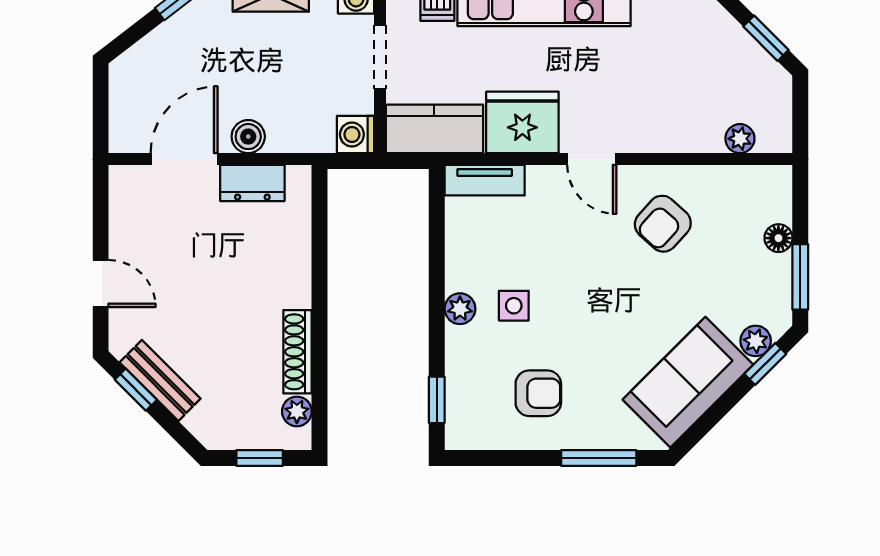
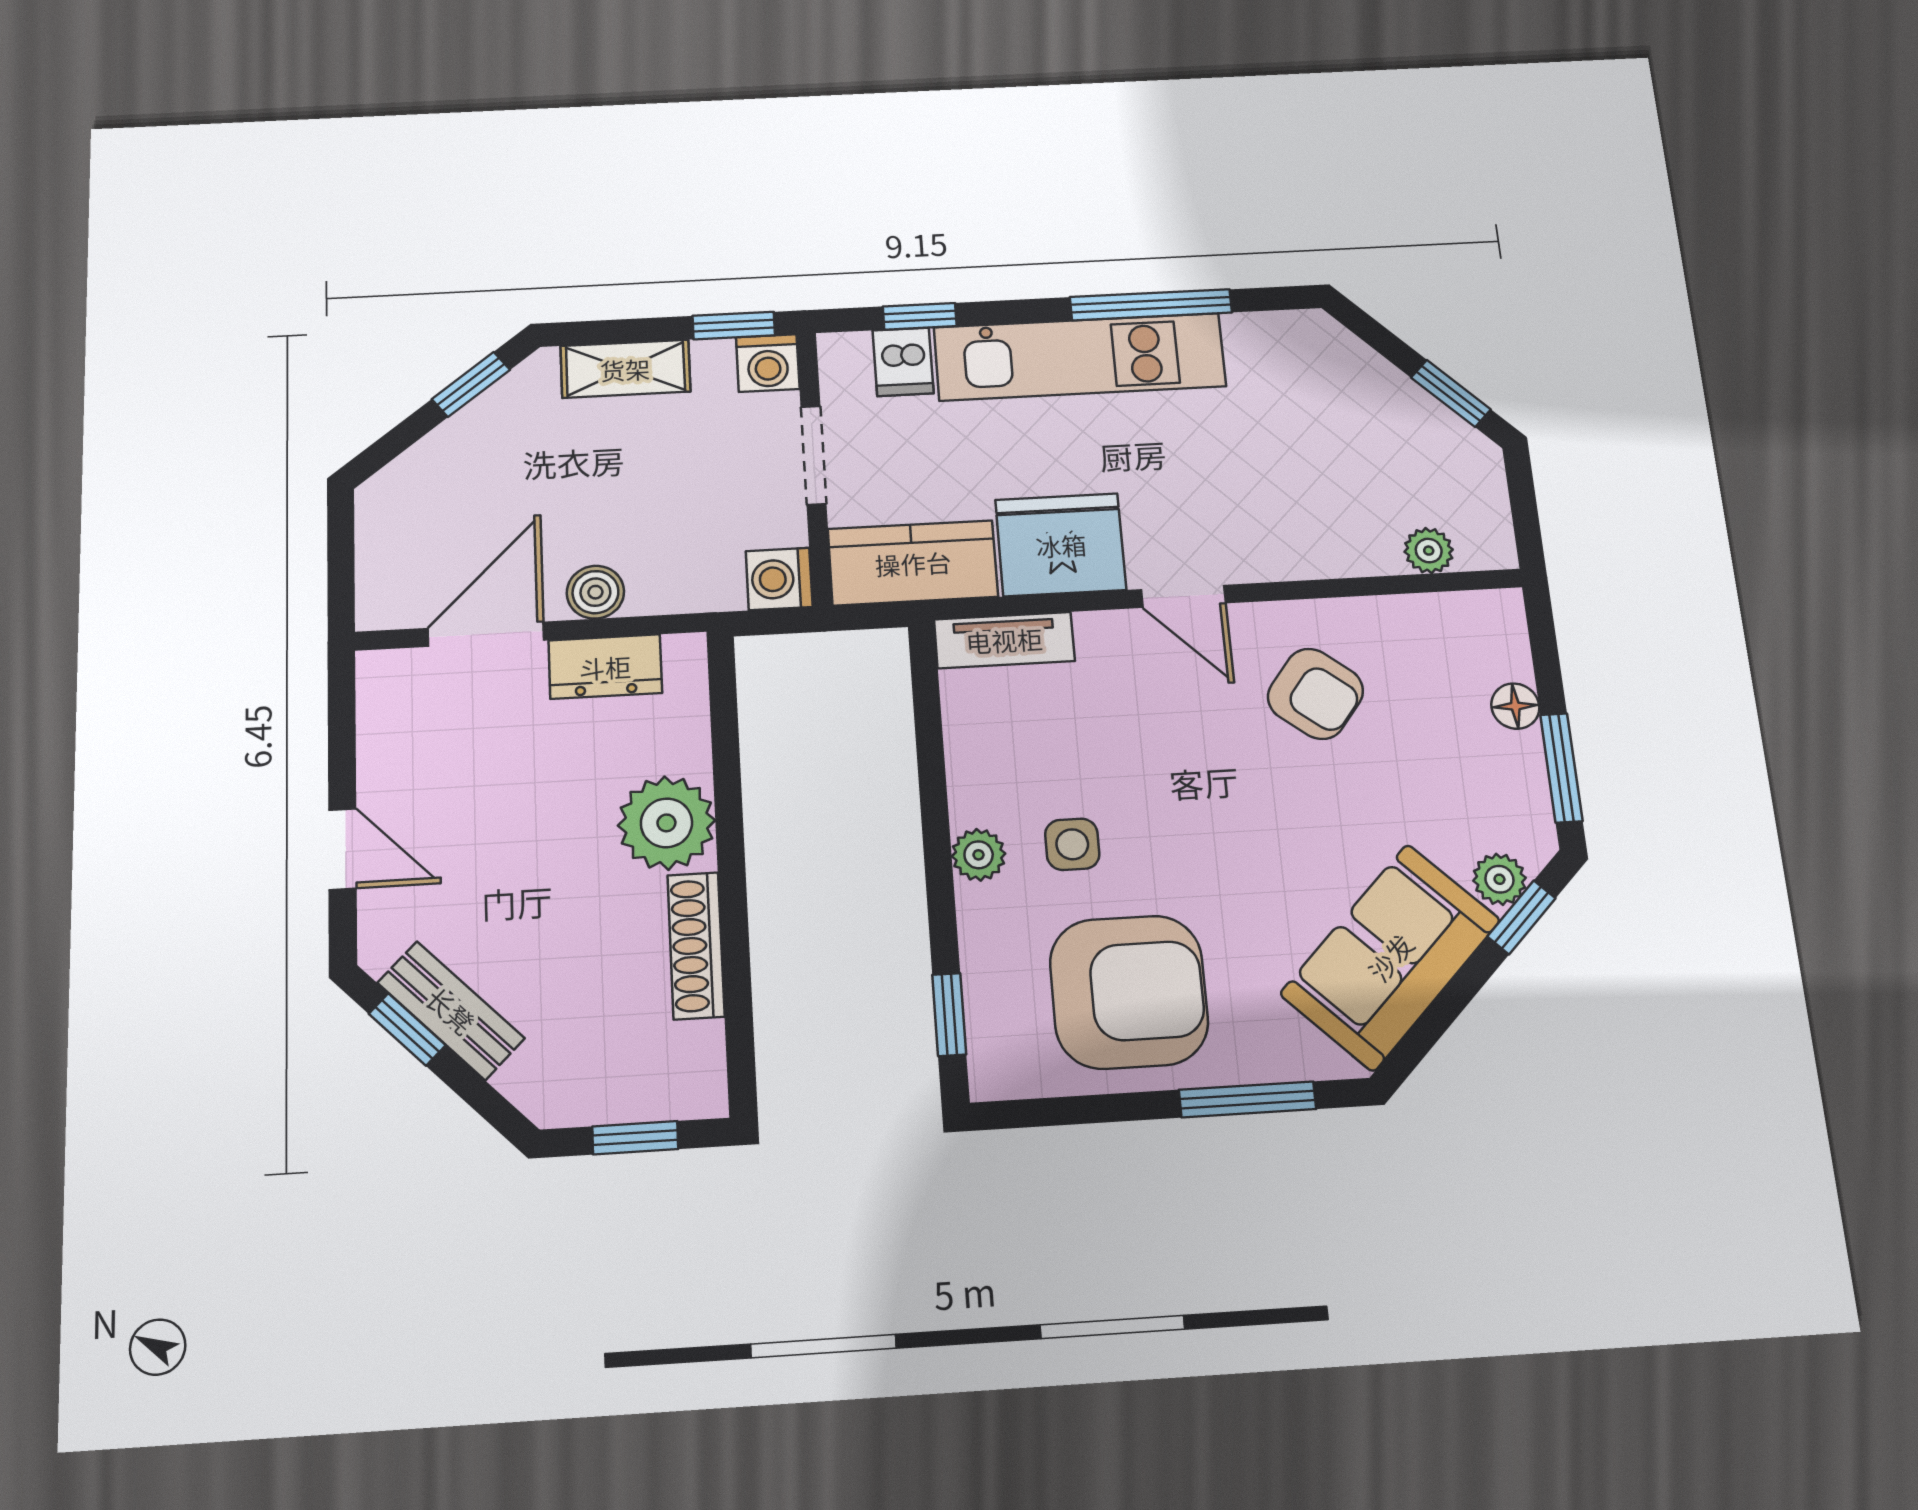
armchair: (663, 224) -> (1315, 694), turned -94
armchair: (538, 393) -> (1129, 992), width x1.88, depth x1.88
plant: (297, 411) -> (666, 823), moved, width x1.88, depth x1.88

